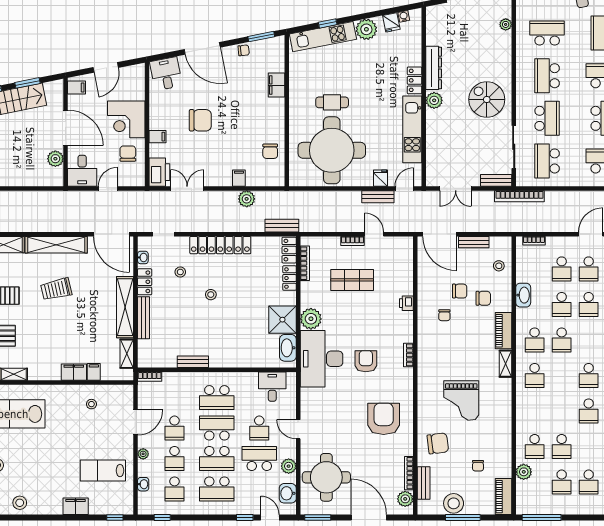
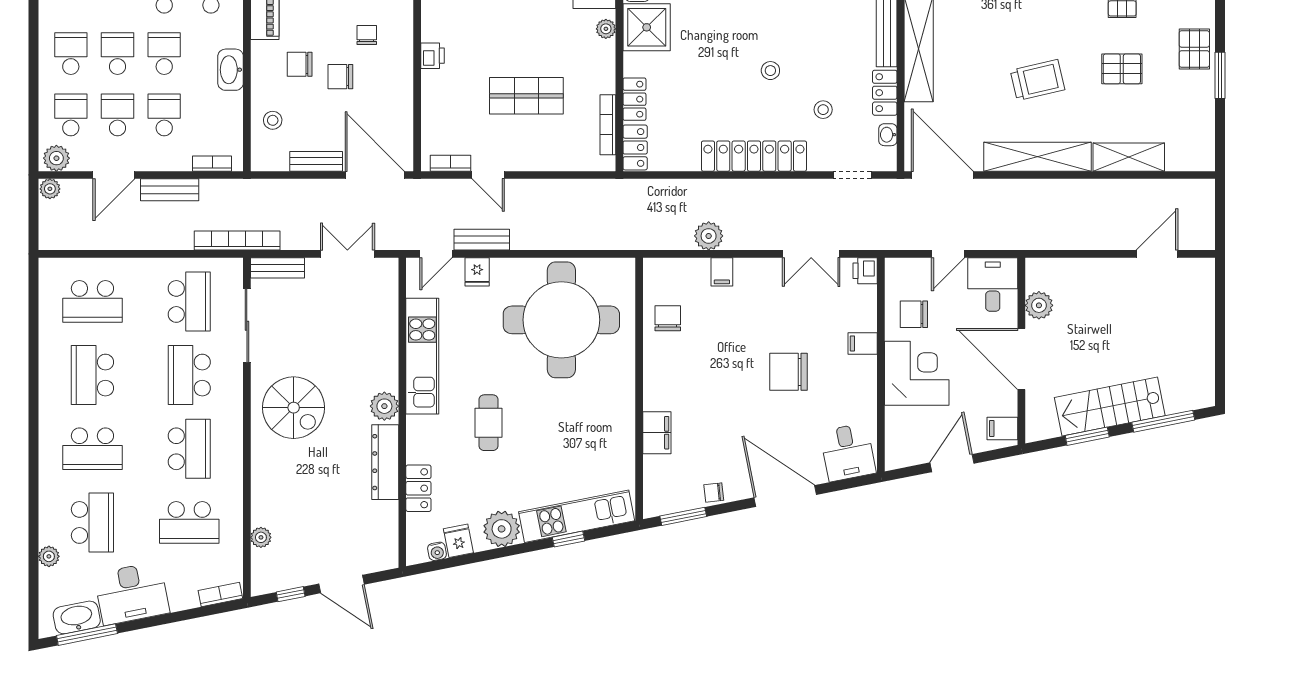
locker: (414, 80) -> (418, 488), moved
cafe table: (332, 102) -> (488, 423), moved, turned 90
chair: (128, 154) -> (914, 314), turned 90
printer: (159, 172) -> (865, 271), width x0.53, depth x0.68
bench: (282, 226) -> (170, 190), moved
bookcase: (353, 241) -> (451, 163), moved
plant: (311, 319) -> (606, 29), width x0.53, depth x0.53

